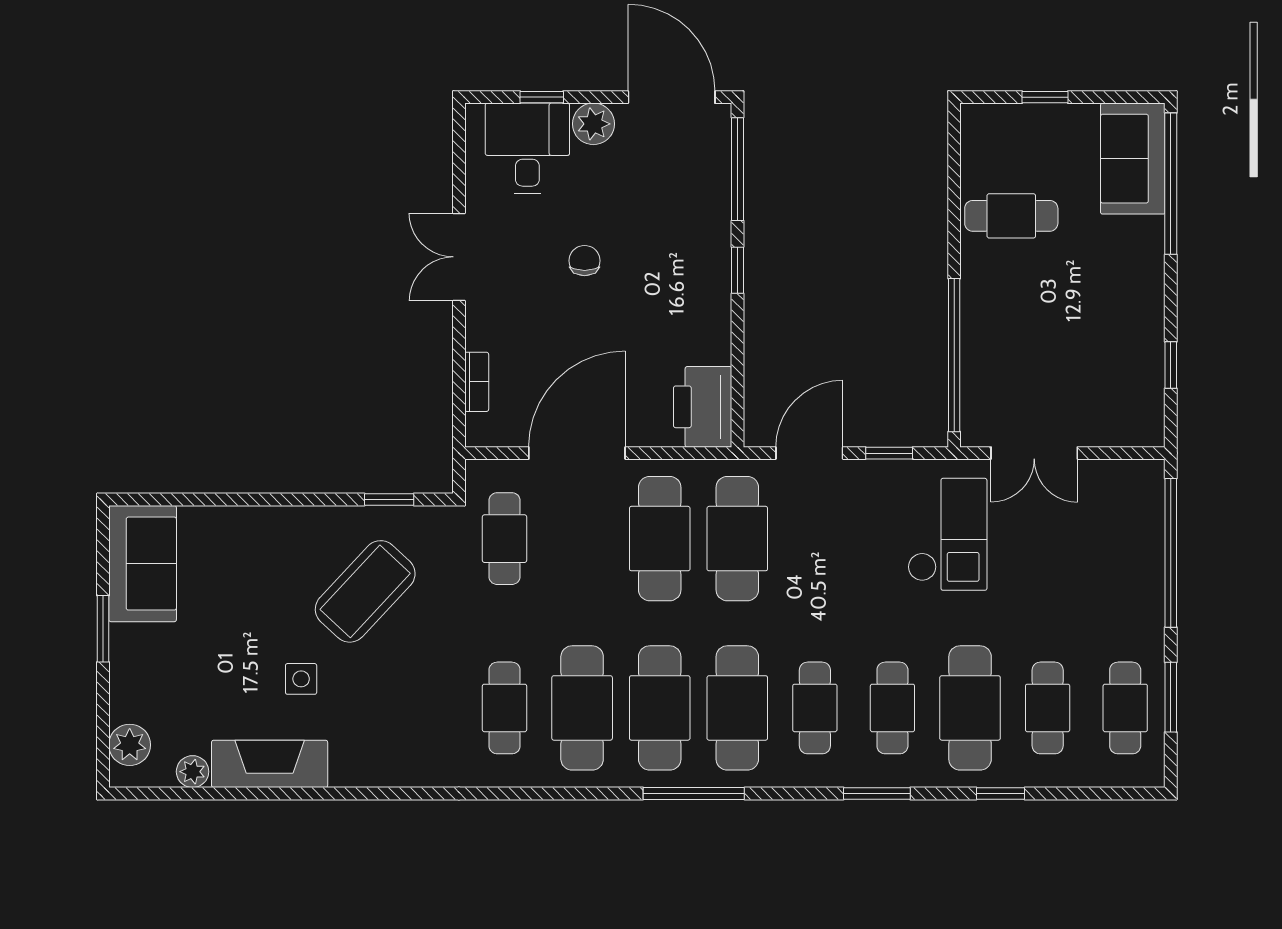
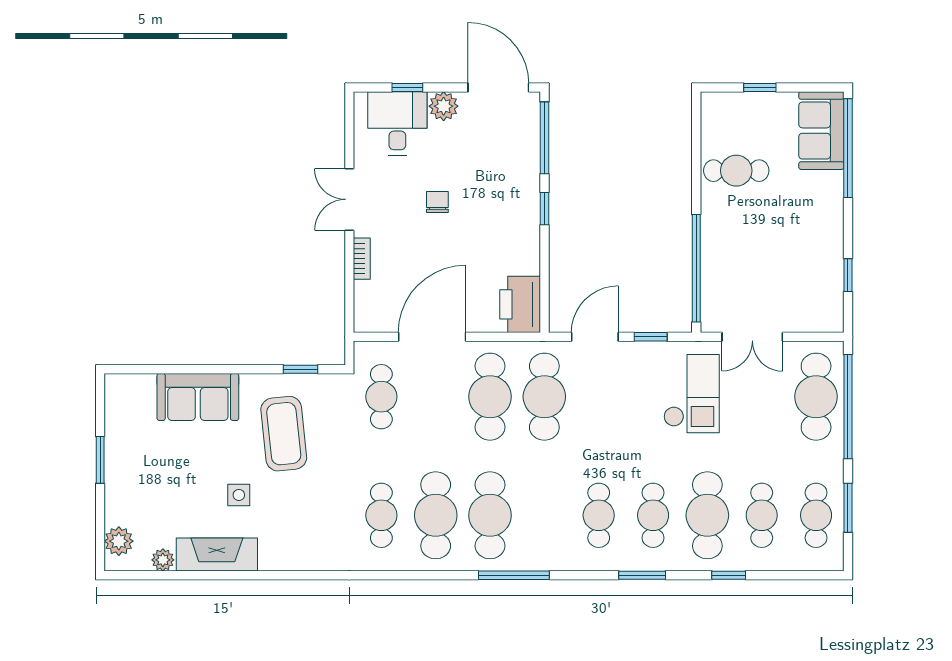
bookcase: (477, 382) -> (362, 259), moved
sofa: (143, 564) -> (198, 397), moved, turned 90
coffee table: (365, 591) -> (284, 434), turned -49
cafe table: (737, 708) -> (816, 397), moved

